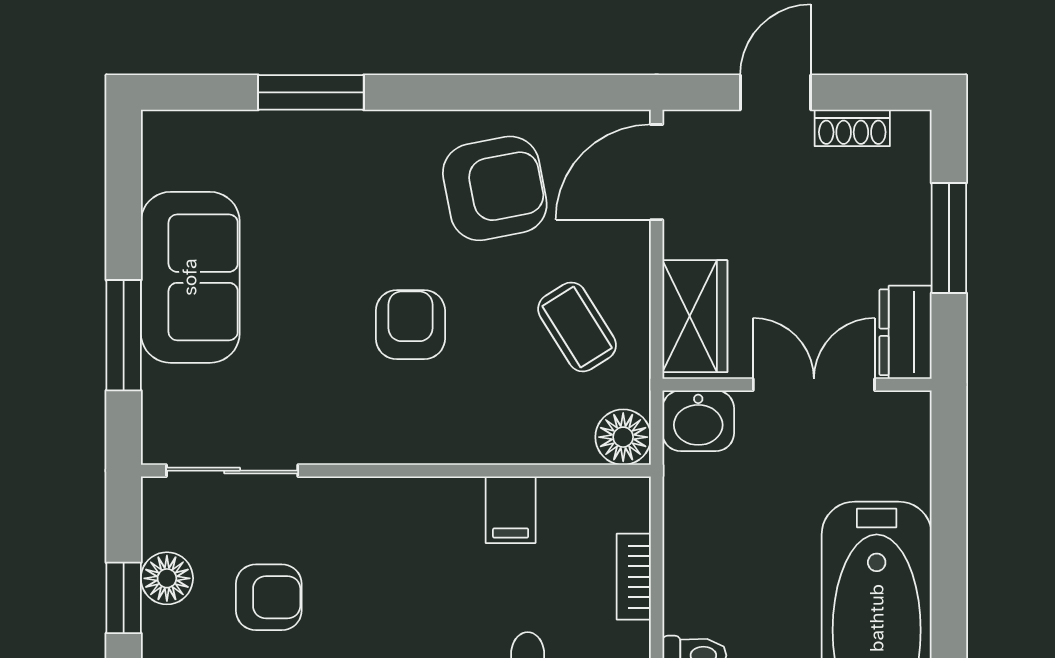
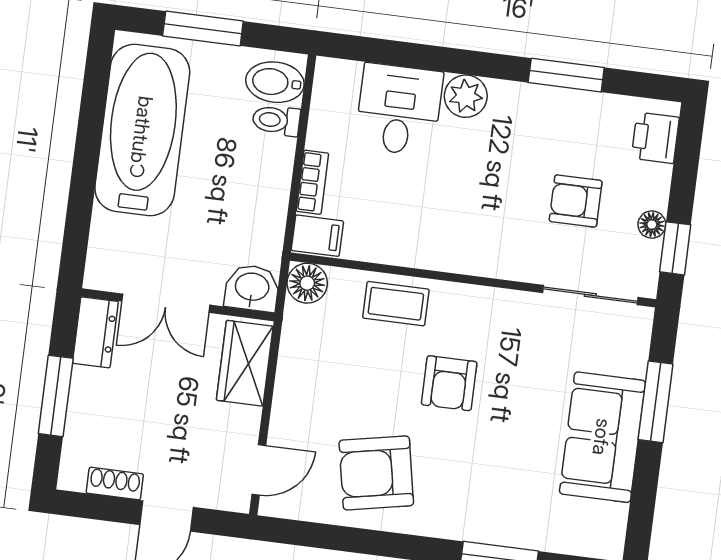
door: (657, 172) -> (259, 470), width x0.73
coffee table: (577, 327) -> (396, 304), moved, turned -58
filing cabinet: (511, 510) -> (317, 236), moved, turned 90
floor lamp: (167, 578) -> (652, 225), width x0.73, depth x0.73
window: (124, 598) -> (675, 248), moved

